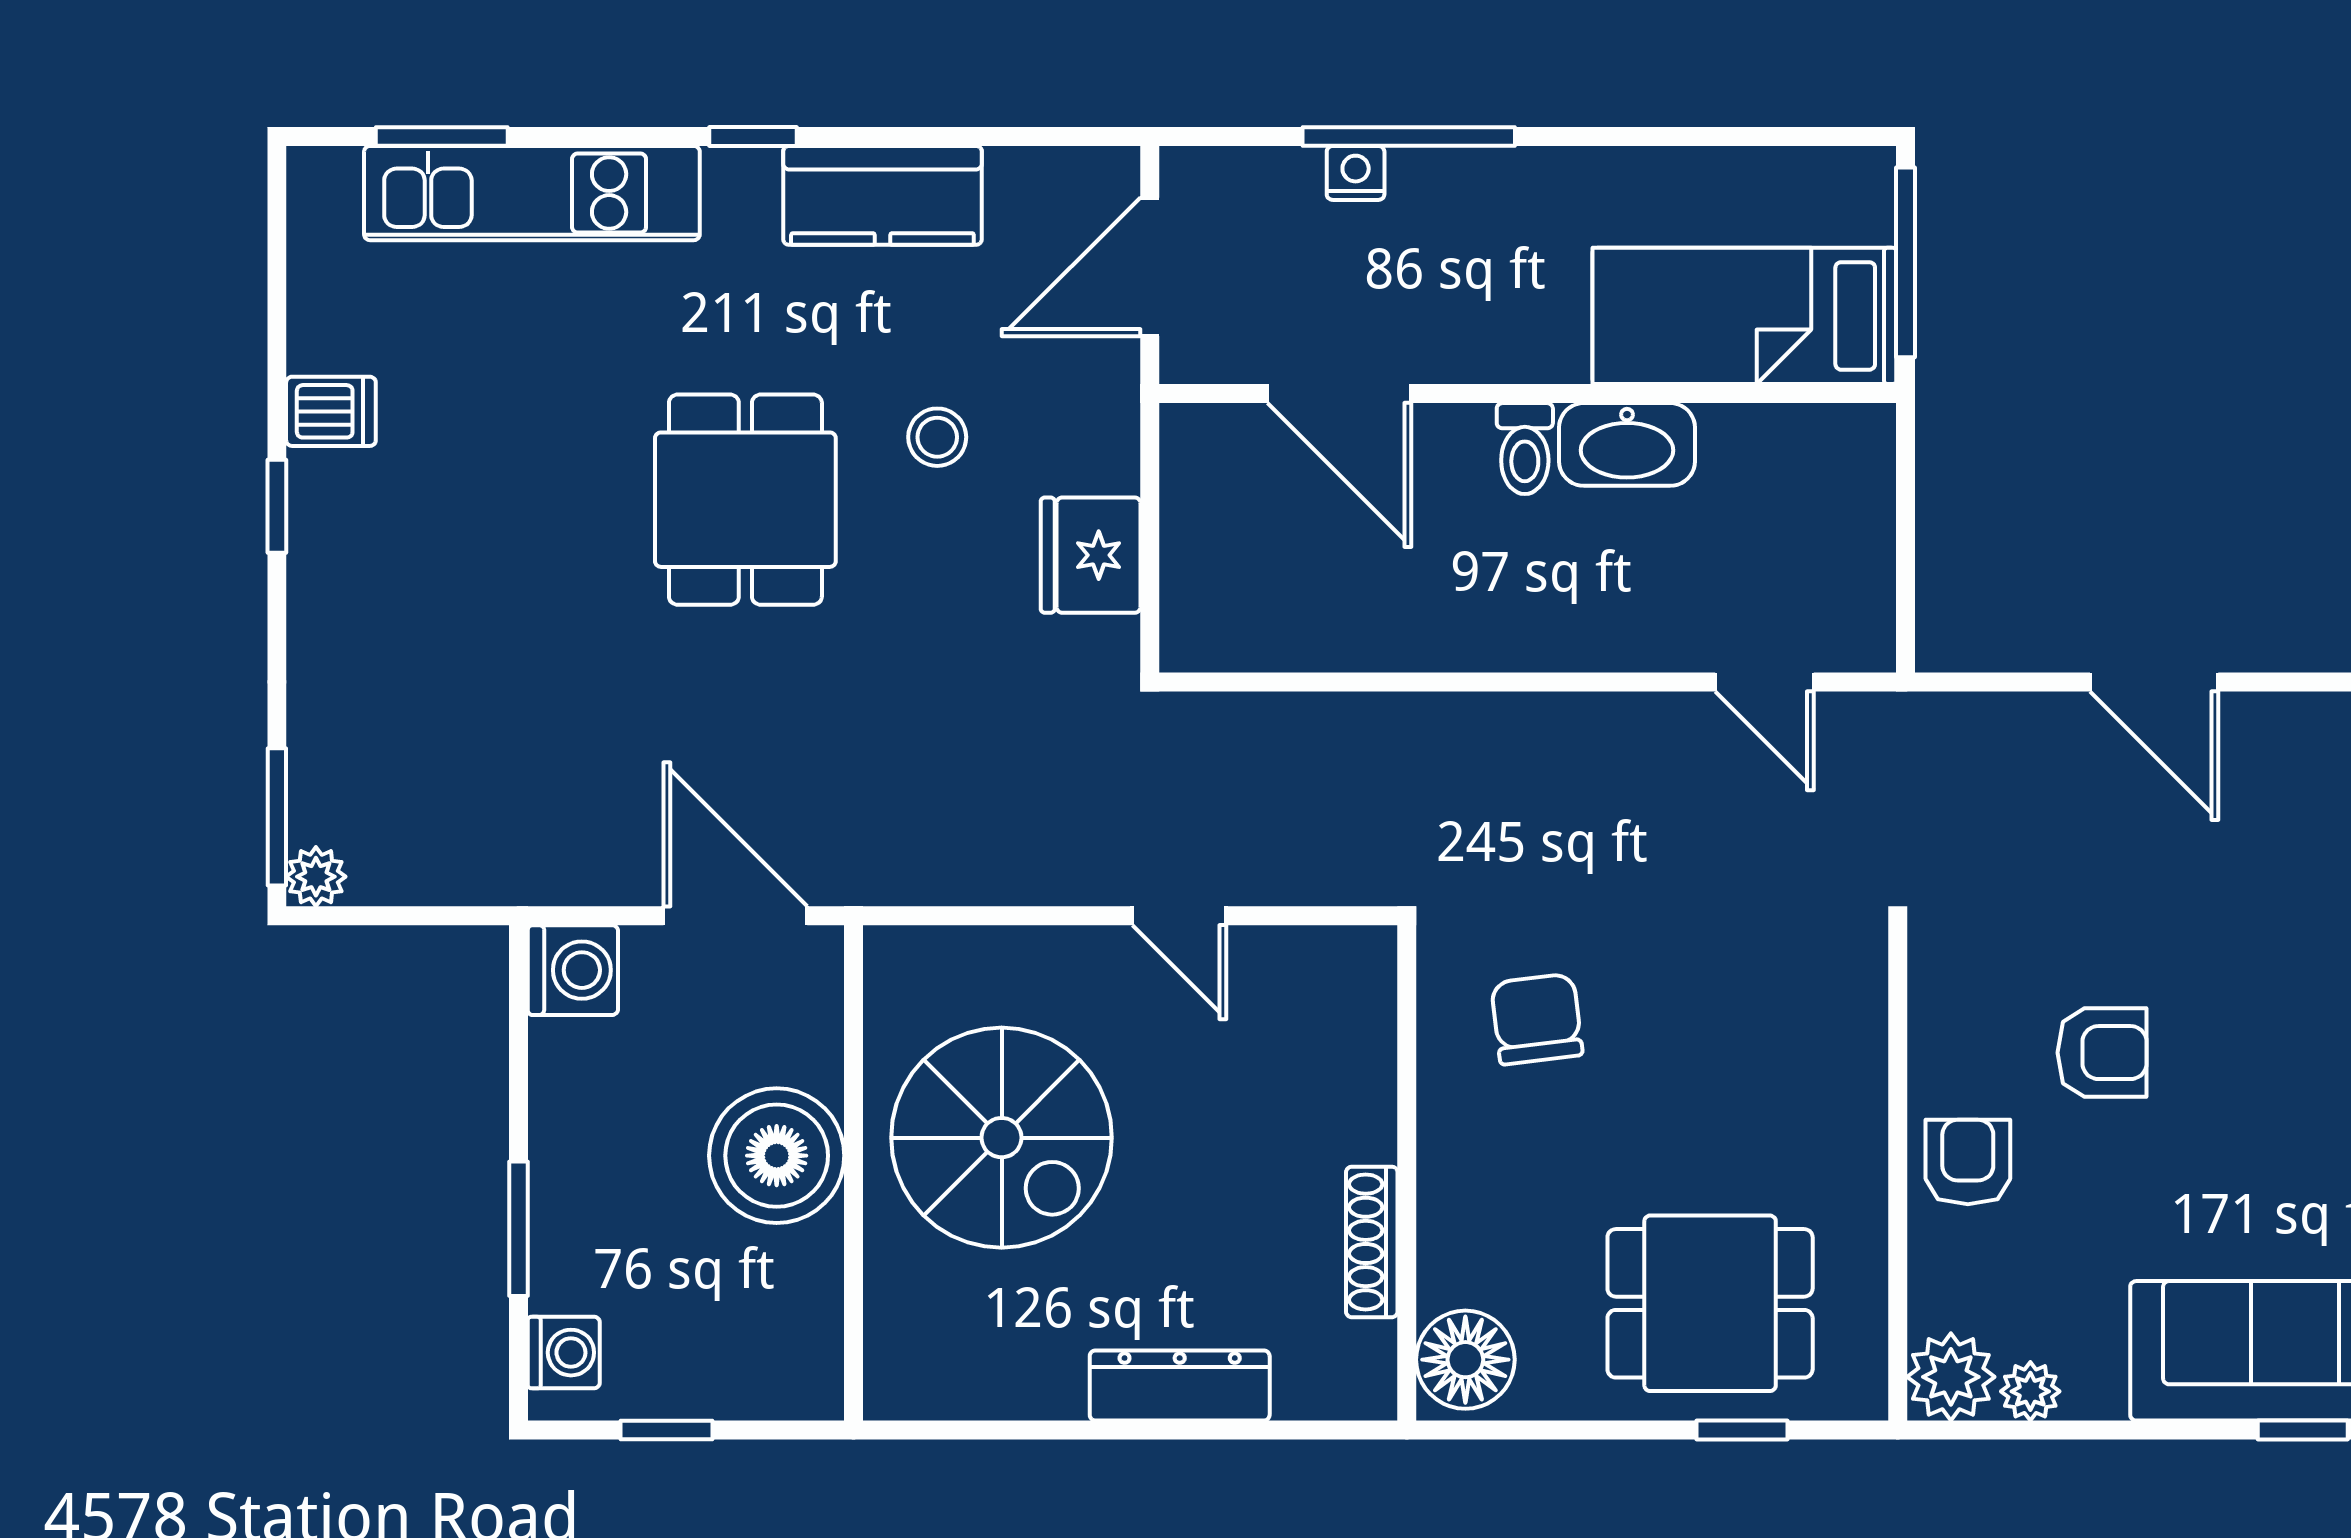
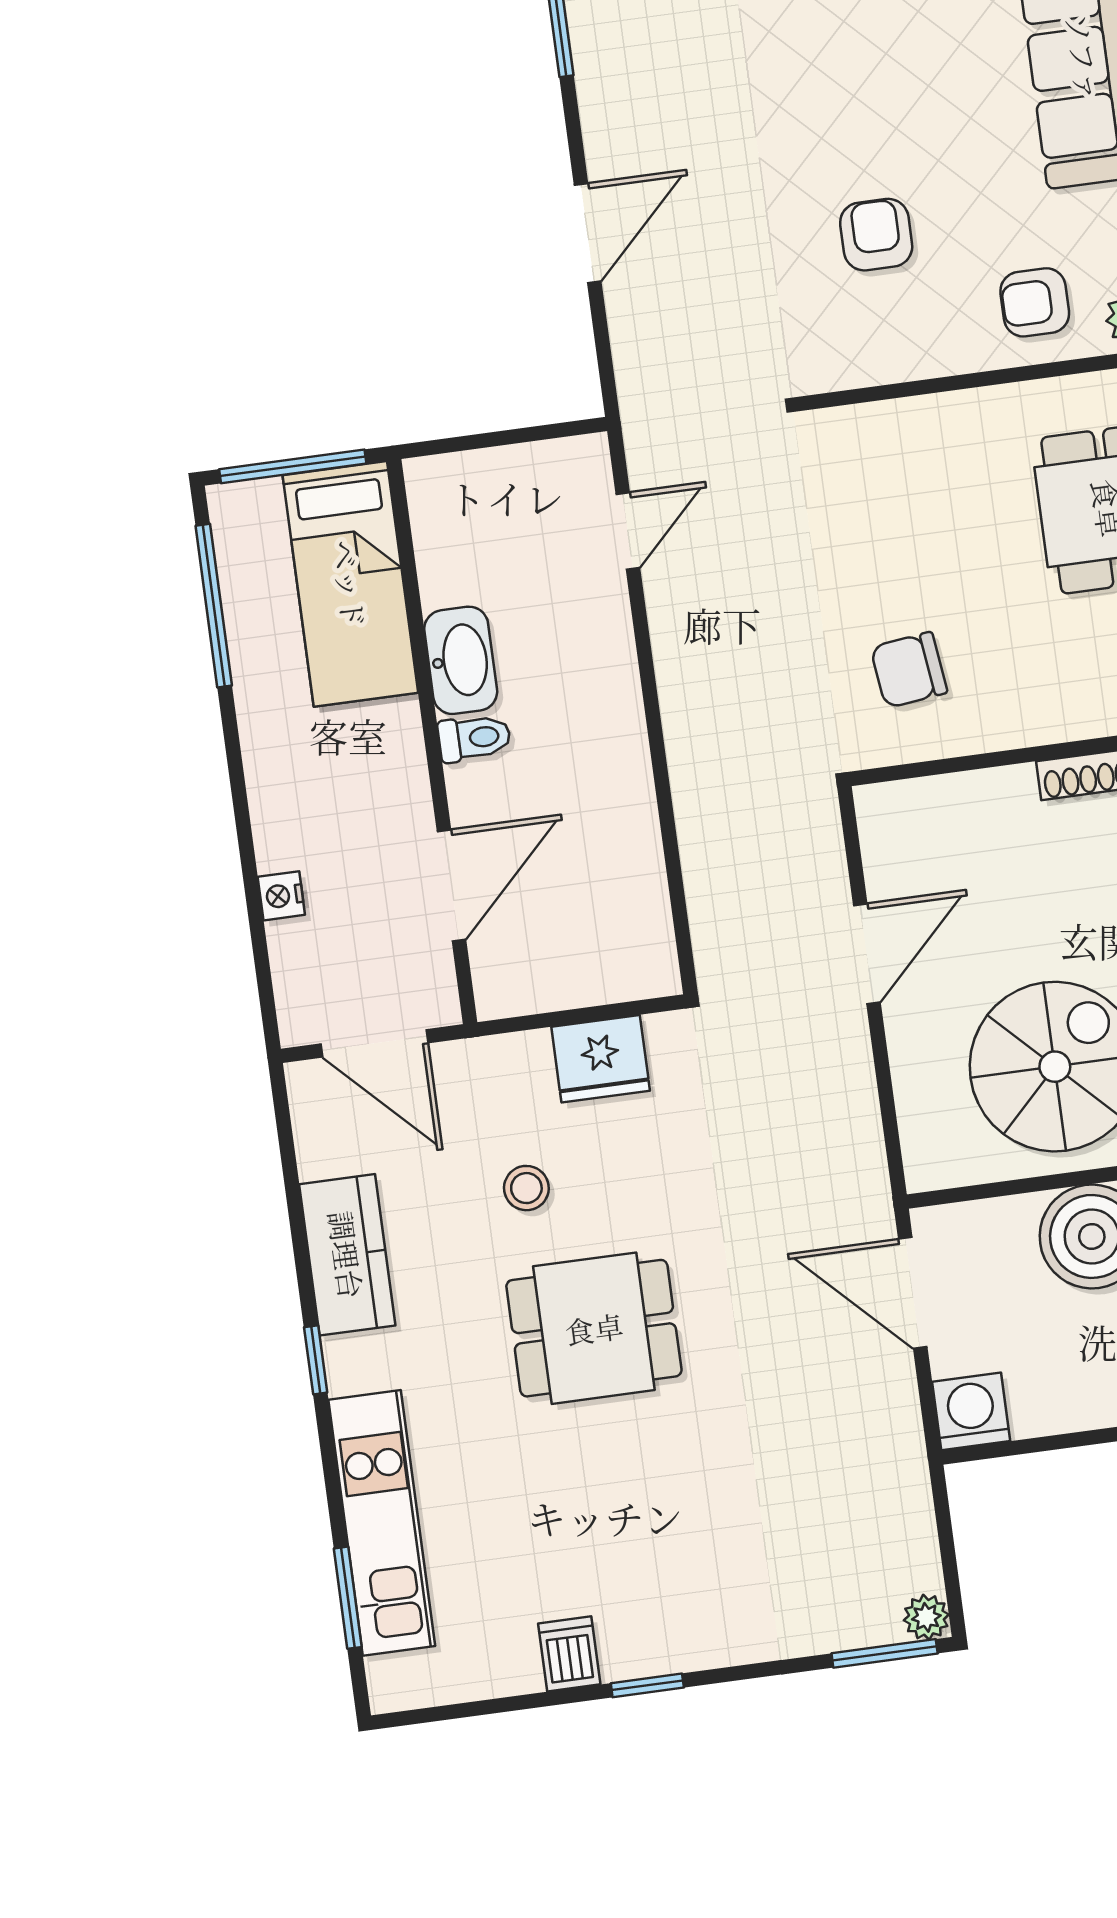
window: (1409, 136) -> (214, 606), moved
door: (735, 916) -> (913, 1293), hinge flipped
door: (1179, 916) -> (867, 954), width x1.38
armchair: (1968, 1162) -> (1035, 302), moved

